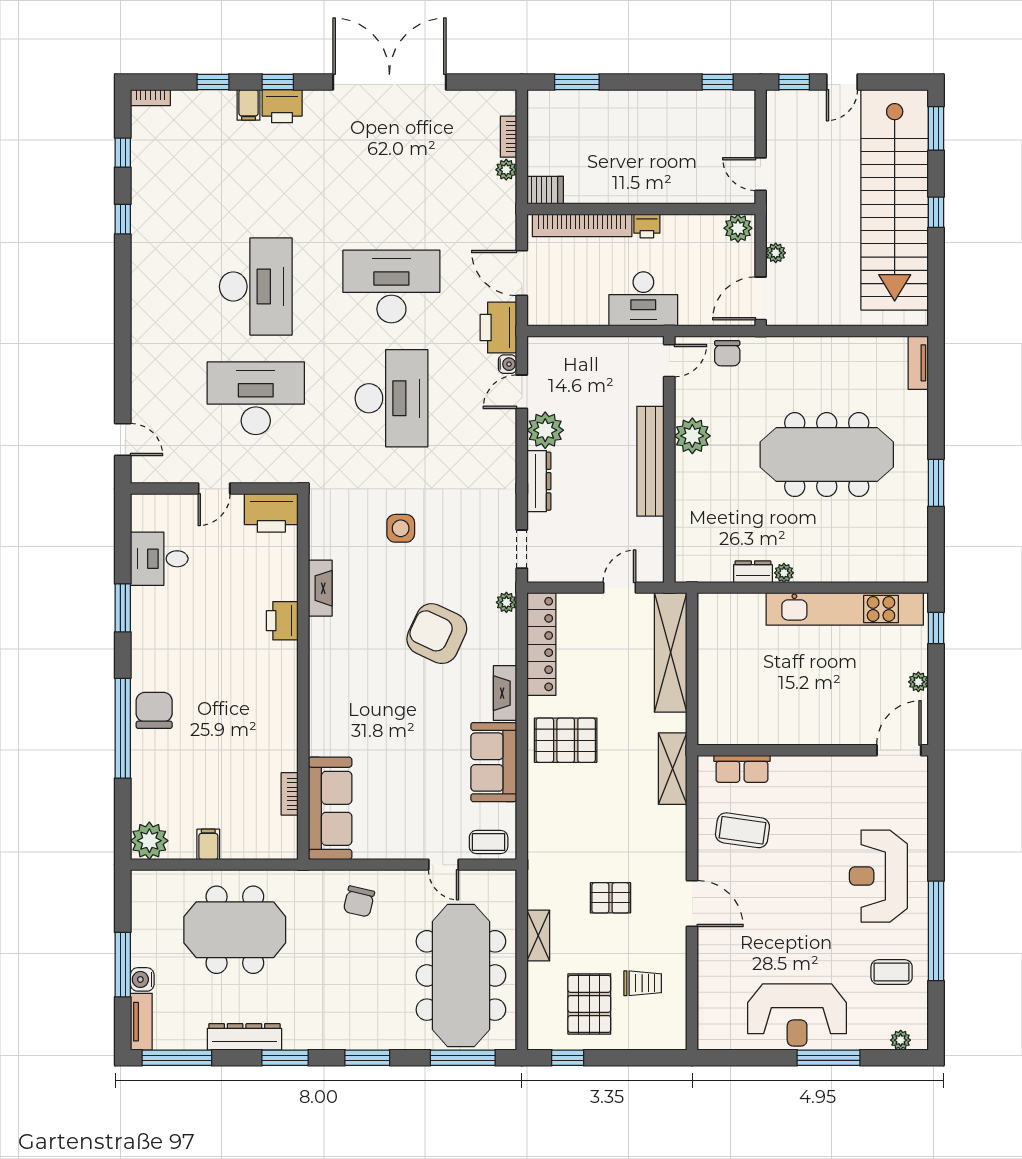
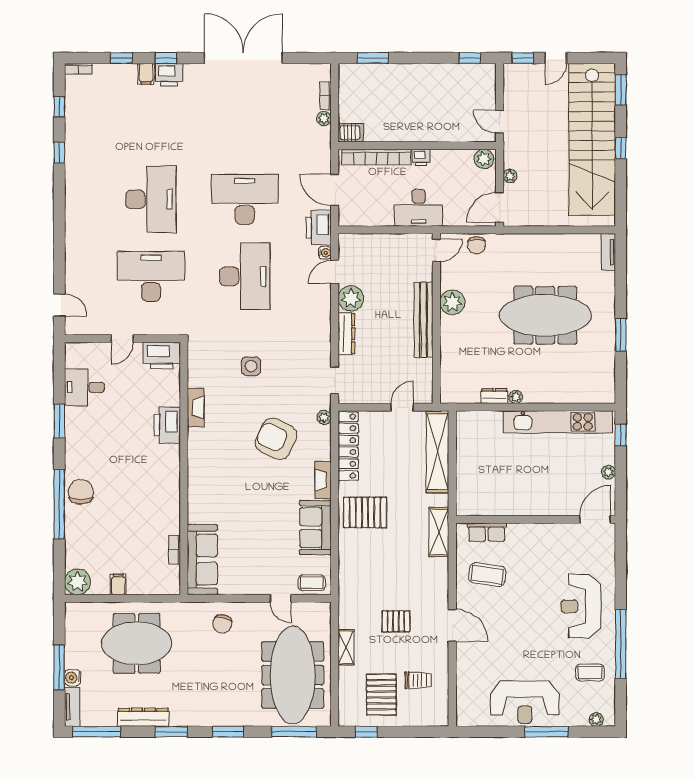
printer: (282, 621) -> (167, 425), width x1.37, depth x1.19

